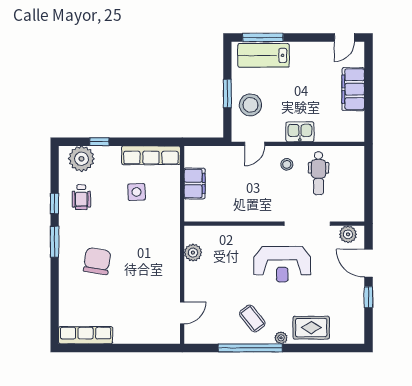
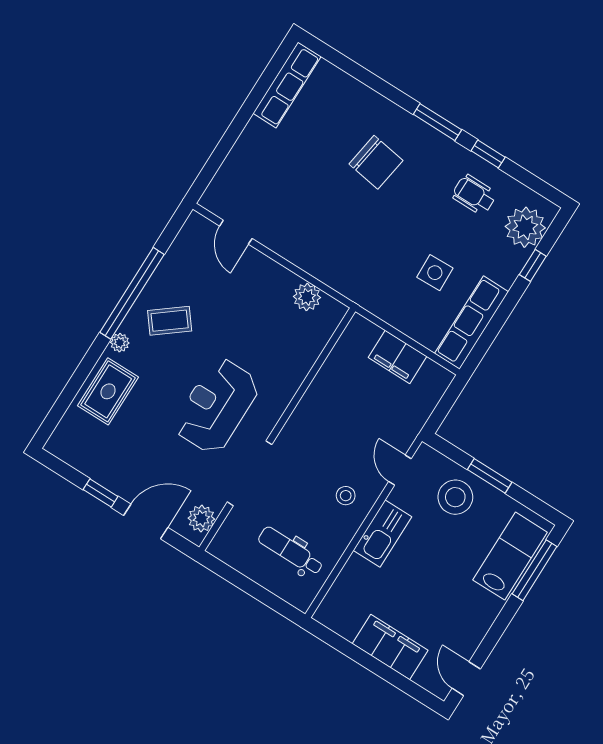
kitchen sink: (300, 132) -> (382, 533), width x1.38
dental chair: (319, 173) -> (291, 551), moved

